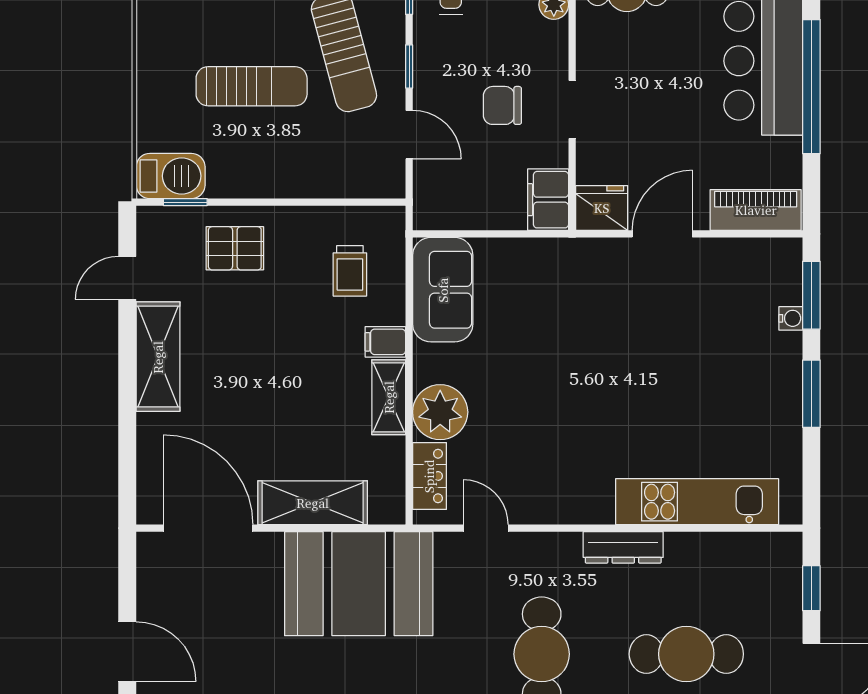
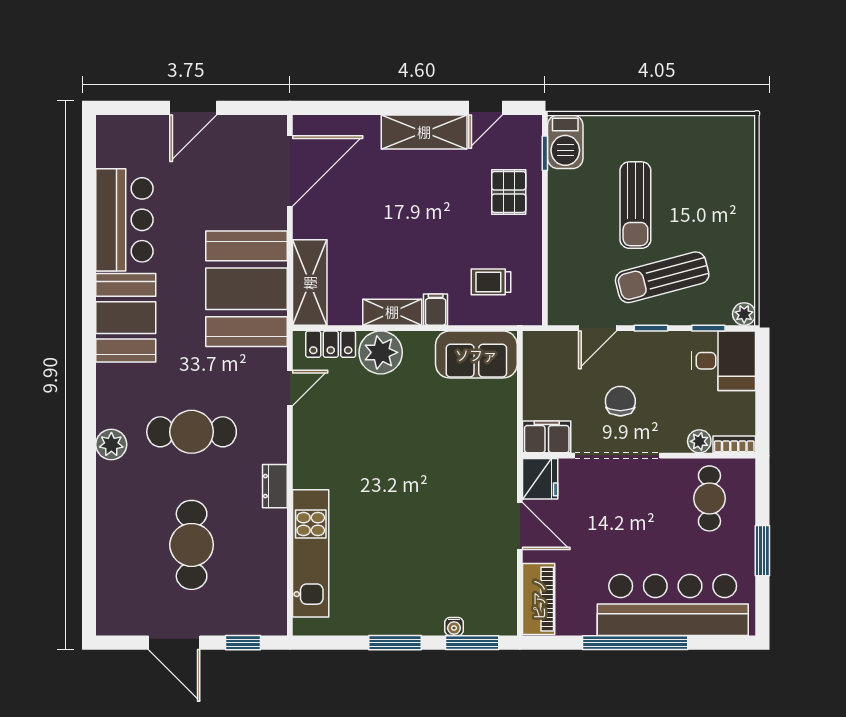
doorway: (572, 110) -> (617, 456), width x1.87
door: (127, 278) -> (486, 108), swing flipped
shelving: (313, 503) -> (310, 283), moved
dresser: (623, 547) -> (275, 486), width x0.70

